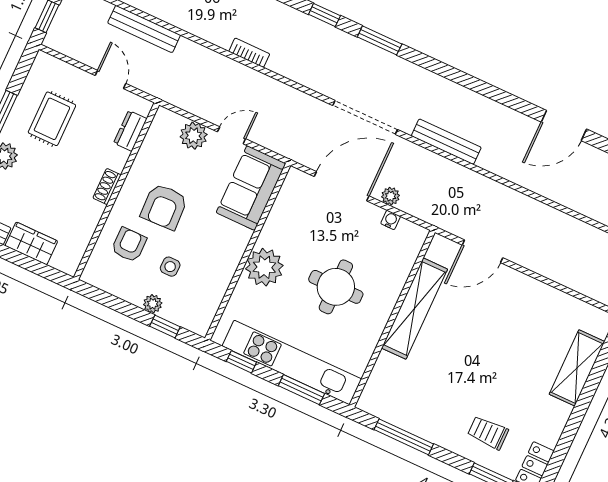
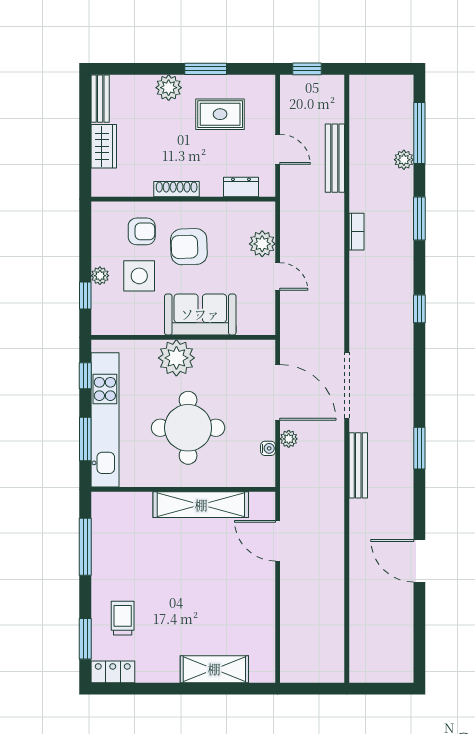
window: (380, 40) -> (419, 448), moved
bookcase: (249, 53) -> (356, 232), moved
door: (111, 79) -> (278, 149), hinge flipped
shoe rack: (107, 187) -> (177, 189), width x1.43
sofa: (251, 188) -> (200, 314), moved
side table: (170, 267) -> (139, 276), width x1.87, depth x1.87
round table: (336, 287) -> (188, 428), width x1.36, depth x1.36

